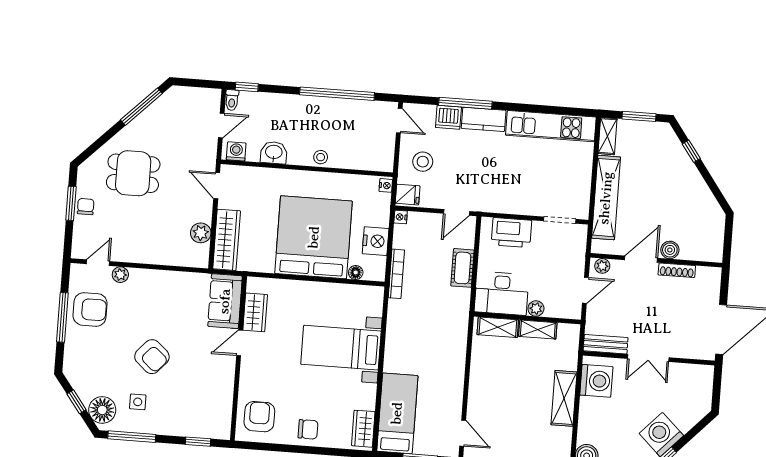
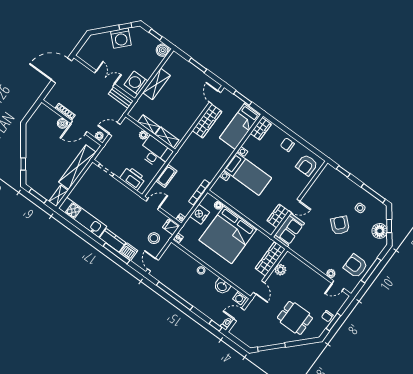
wardrobe: (452, 390) -> (207, 121), added
floor lamp: (102, 410) -> (380, 231), moved

